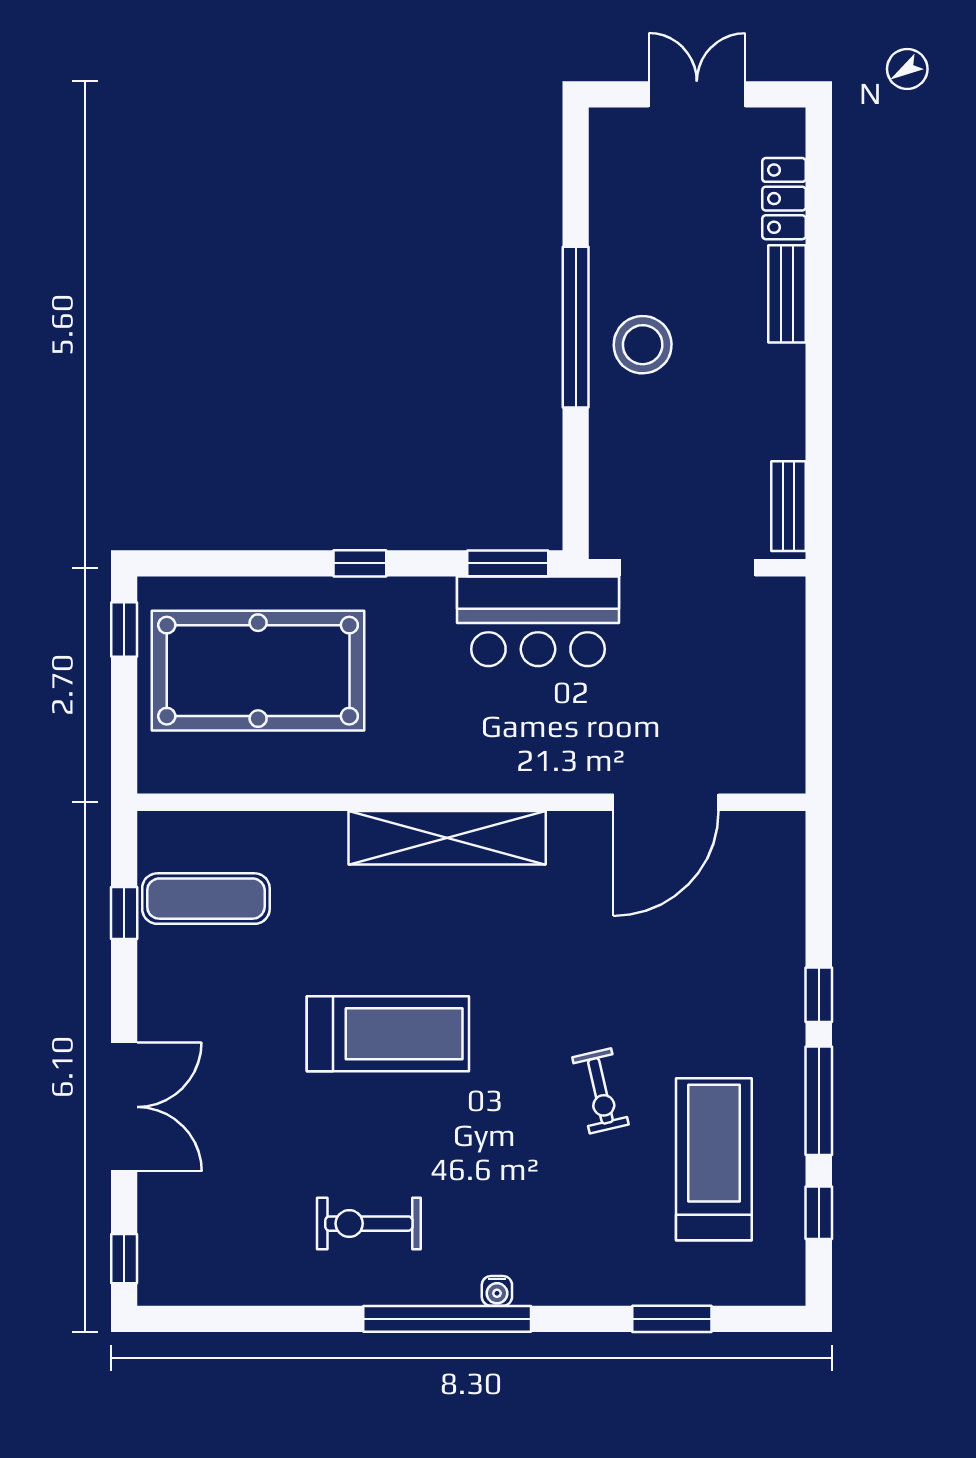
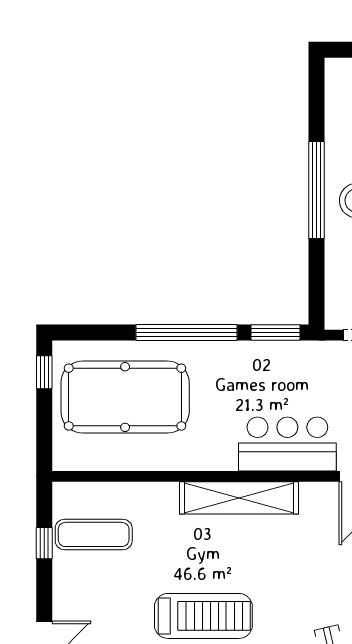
window: (360, 563) -> (186, 332), width x3.17
bar counter: (538, 621) -> (287, 444), moved, turned 180

